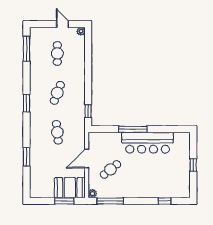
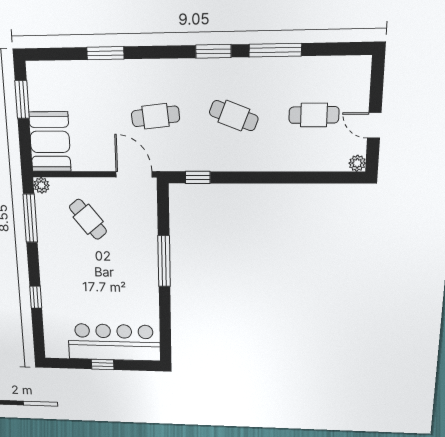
door: (63, 24) -> (374, 125), swing flipped
window: (27, 49) -> (275, 50), moved
bar counter: (148, 143) -> (114, 342), moved, turned 90
door: (87, 159) -> (134, 174), moved
window: (64, 201) -> (22, 100), moved
window: (165, 201) -> (36, 297), moved

